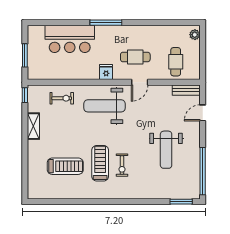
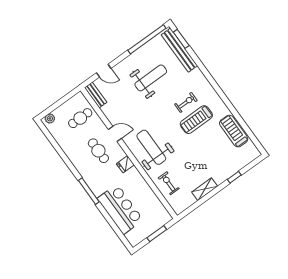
window: (25, 95) -> (234, 177), moved
weight bench: (104, 106) -> (151, 147), turned 180
treadmill: (65, 166) -> (234, 131), moved
bench: (172, 193) -> (179, 50), added

